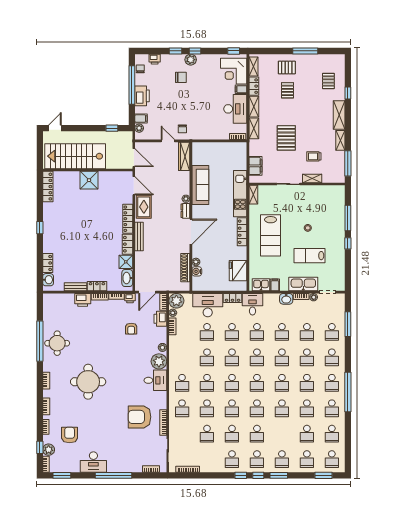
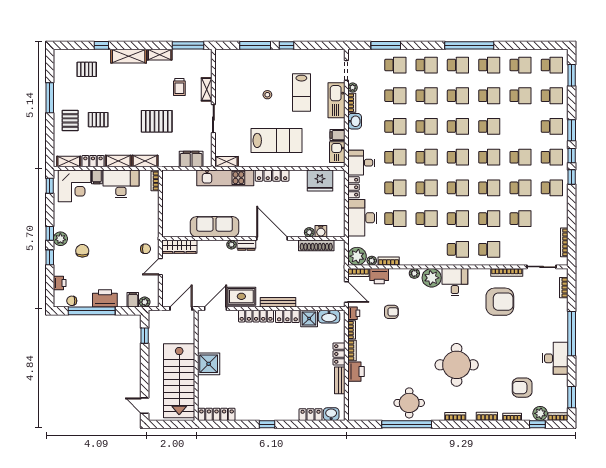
armchair: (139, 417) -> (500, 302), turned -90

